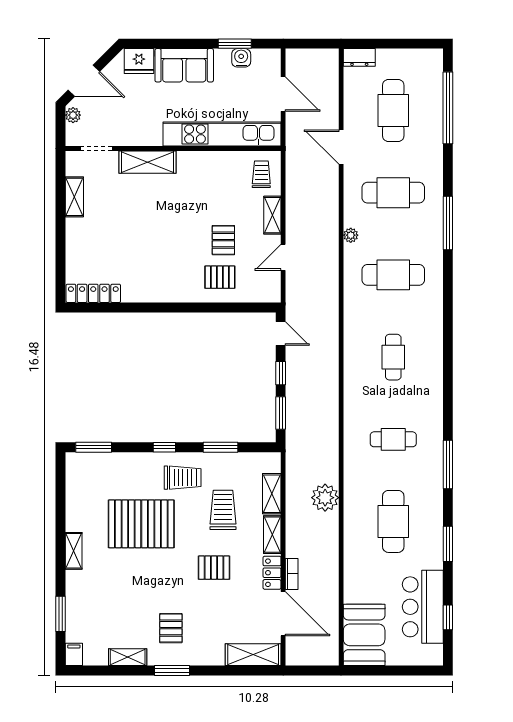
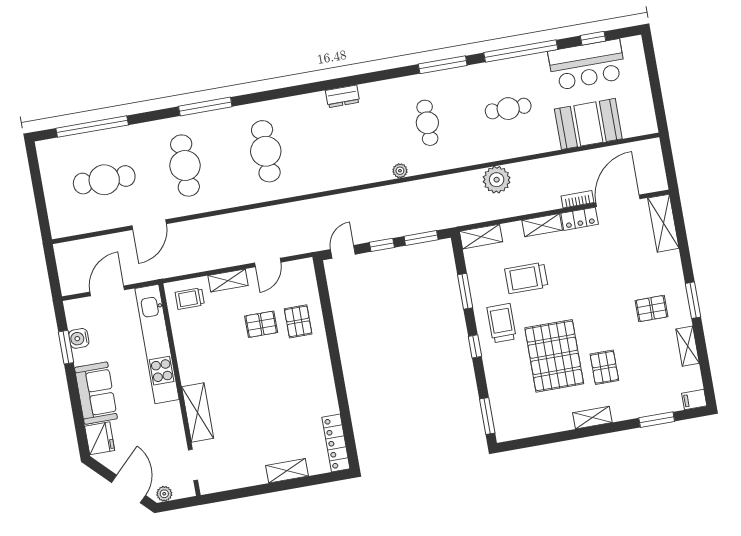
dresser: (359, 57) -> (342, 96), moved, turned 90
shelving: (74, 197) -> (287, 471), moved
plant: (351, 235) -> (400, 171), moved
door: (283, 257) -> (268, 263), hinge flipped
cafe table: (393, 357) -> (347, 137), removed
shelving: (272, 494) -> (481, 237), moved
cafe table: (393, 521) -> (508, 109), width x0.73, depth x0.74
window: (448, 544) -> (521, 51), width x2.11
pallet: (214, 568) -> (604, 367), moved
booth: (364, 635) -> (588, 124), moved

